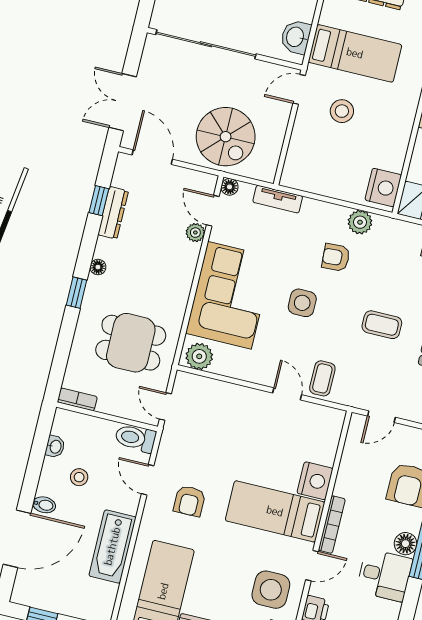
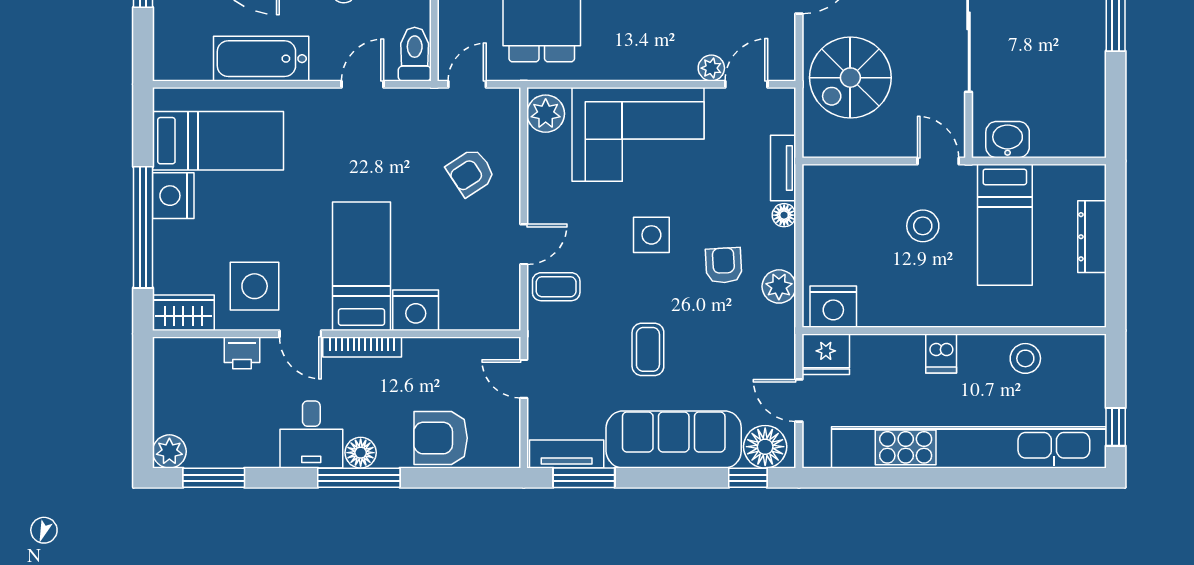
floor lamp: (230, 187) -> (784, 215), moved
armchair: (189, 501) -> (471, 172), moved, turned -33

